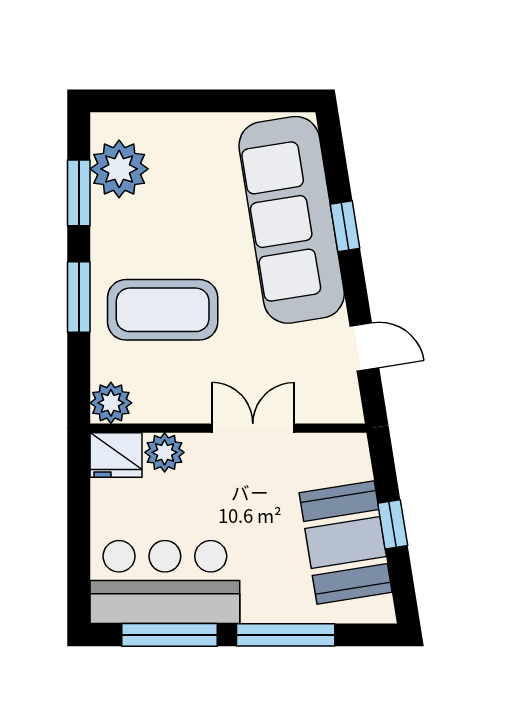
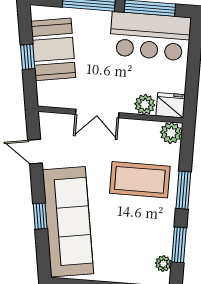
plant: (119, 169) -> (163, 264), width x0.53, depth x0.53

